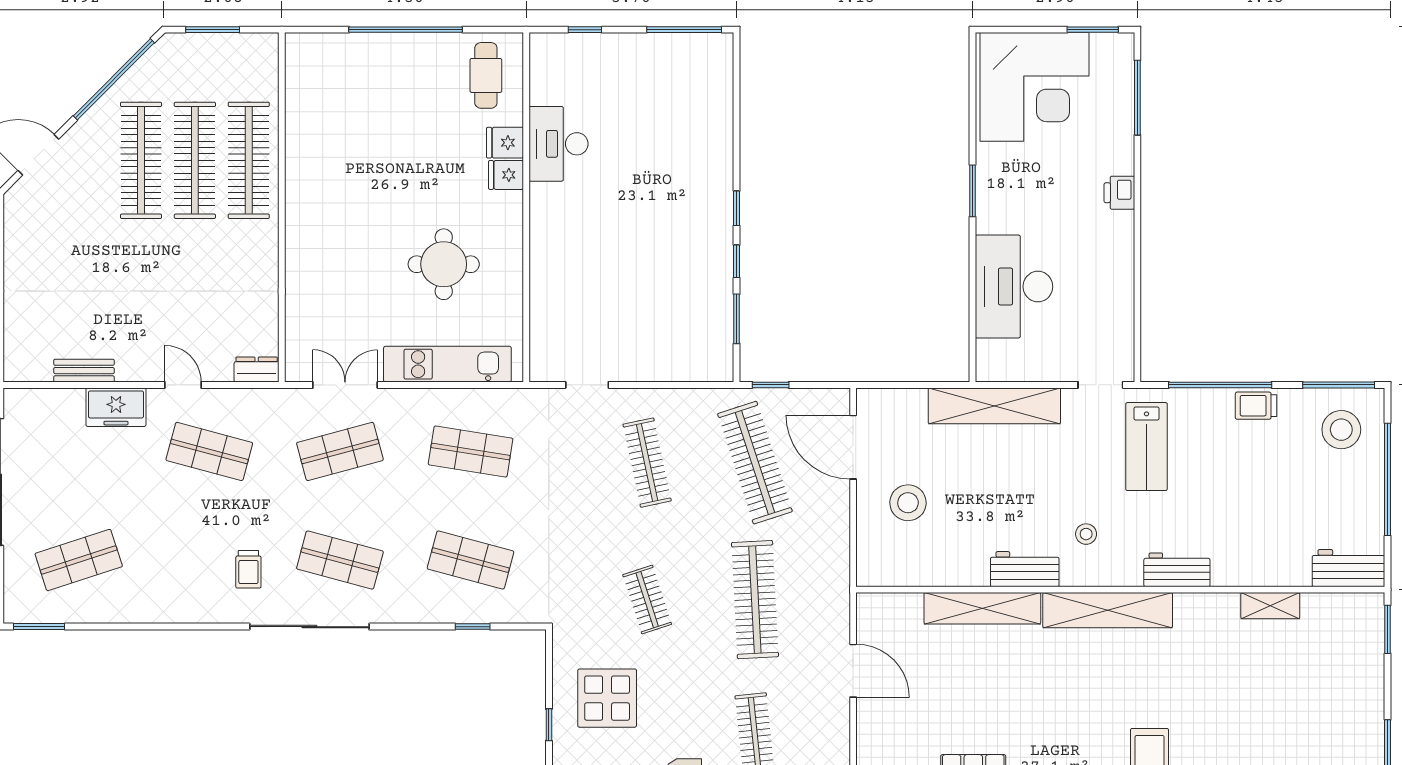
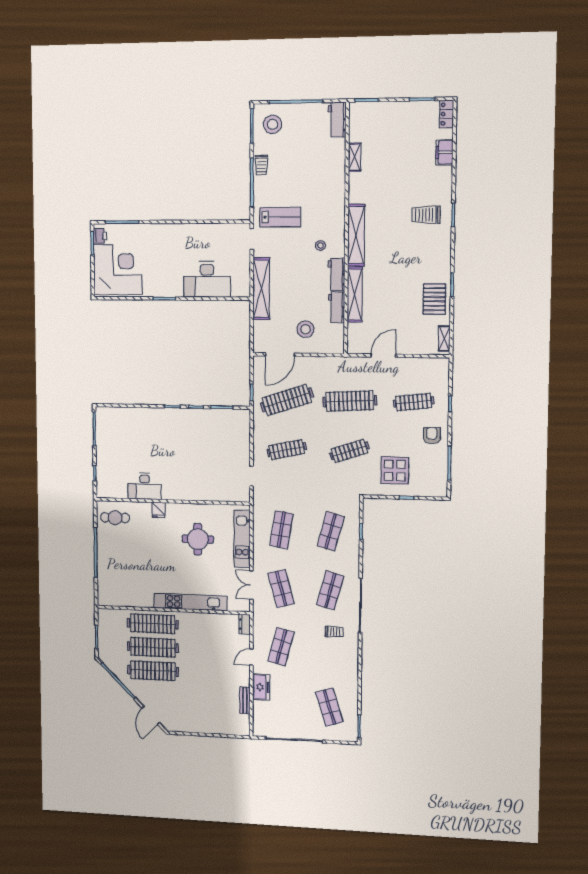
fridge: (505, 143) -> (144, 510), removed
printer: (1119, 193) -> (100, 236), moved, turned -90
kitchen unit: (302, 247) -> (190, 602), added
workbench: (1177, 570) -> (337, 307), moved
clothes rail: (647, 600) -> (349, 451), width x1.36

